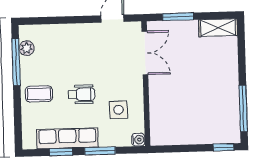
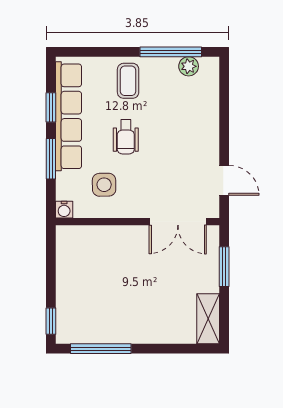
row of seats: (67, 138) -> (68, 116), width x1.36

